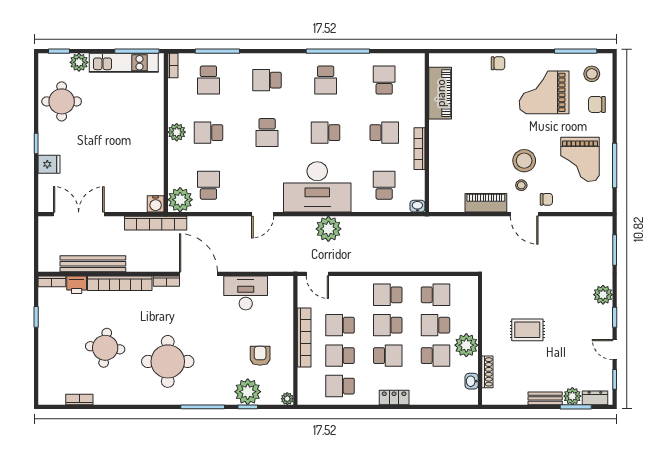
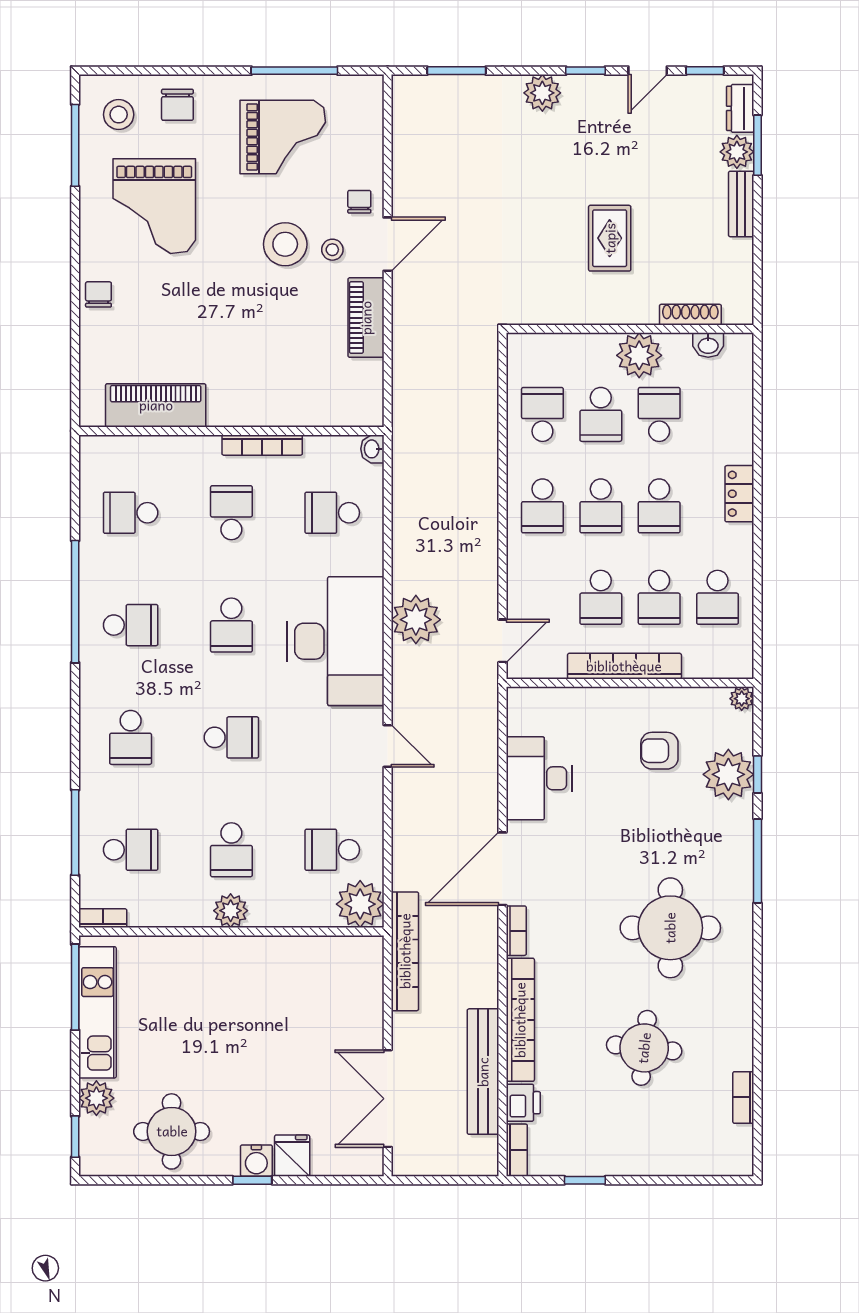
water cooler: (156, 204) -> (256, 1161), moved, turned 90
school desk: (388, 356) -> (659, 506), turned 180

